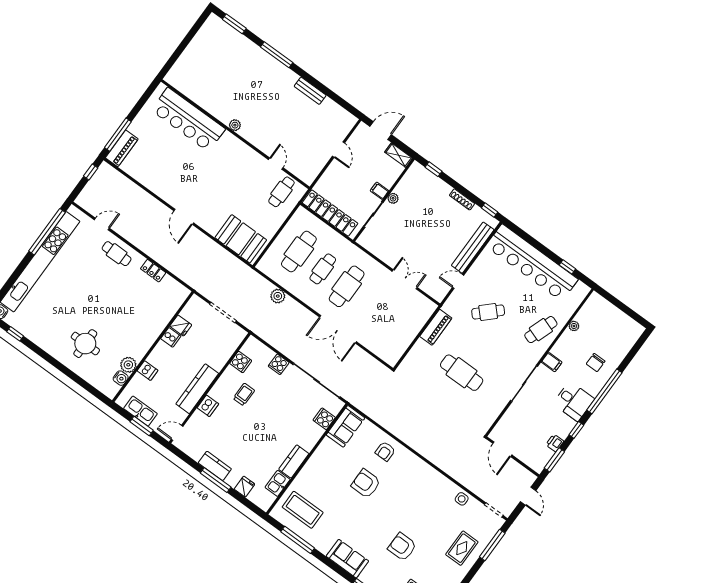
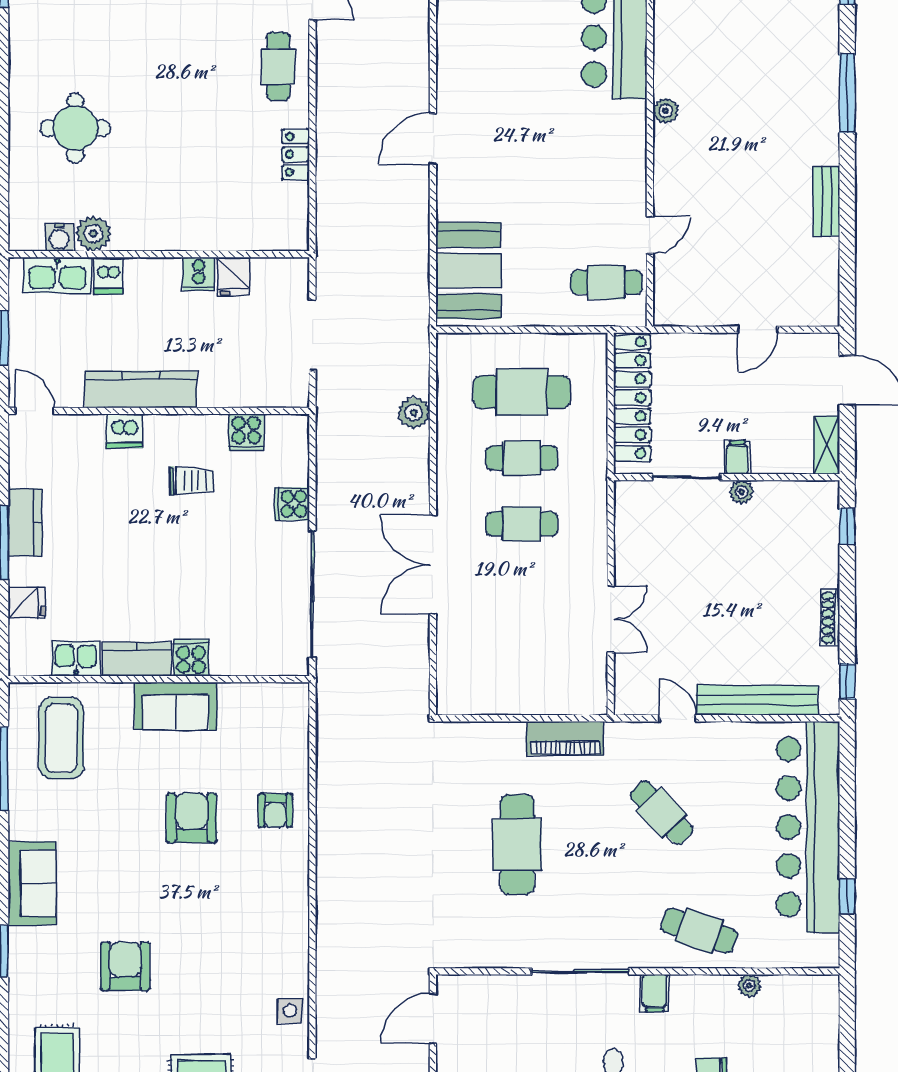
cafe table: (347, 286) -> (522, 524), width x0.73, depth x0.74
kitchen sink: (140, 411) -> (57, 275), moved, turned 90
cooker: (324, 419) -> (191, 658), moved
sofa: (346, 426) -> (176, 706), moved
armchair: (385, 451) -> (275, 810), turned -90

